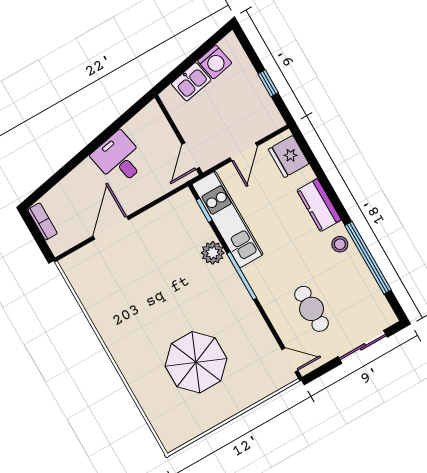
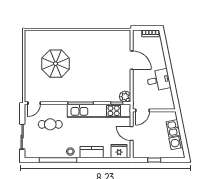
door: (191, 156) -> (143, 110), swing flipped
kitchen unit: (228, 219) -> (99, 111), width x1.36
plant: (213, 253) -> (125, 97), moved

